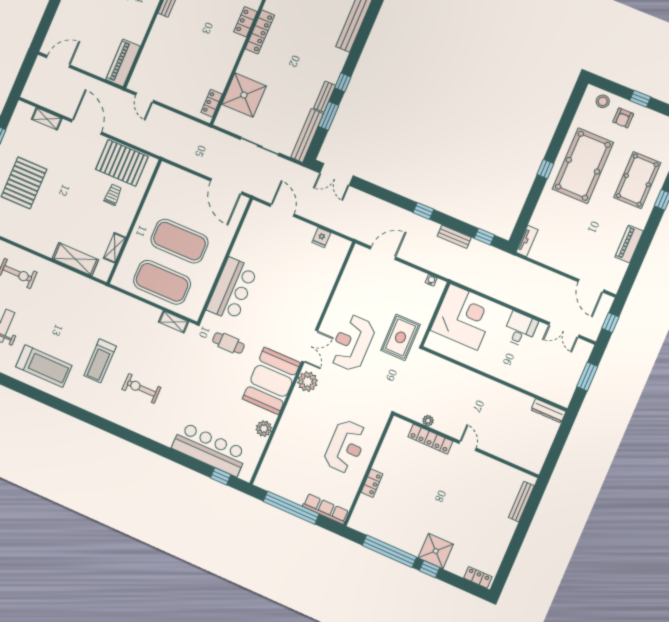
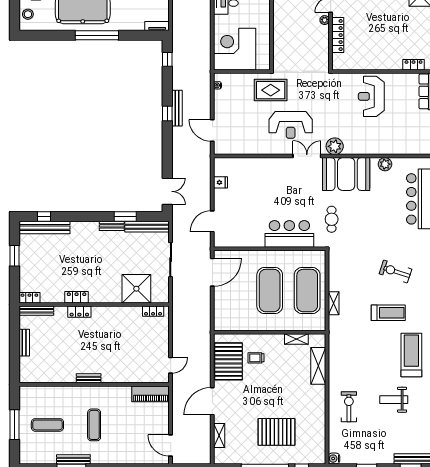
locker: (260, 32) -> (77, 297), width x0.66
window: (343, 82) -> (44, 217), moved
window: (545, 169) -> (97, 35), width x3.17
bench: (454, 237) -> (177, 108), moved, width x1.36
shelving: (174, 322) -> (334, 303), moved
exercise bike: (141, 388) -> (395, 271), turned 108
plant: (428, 421) -> (325, 20), moved
reception desk: (346, 446) -> (371, 96), turned -90
locker: (372, 483) -> (414, 65), moved

